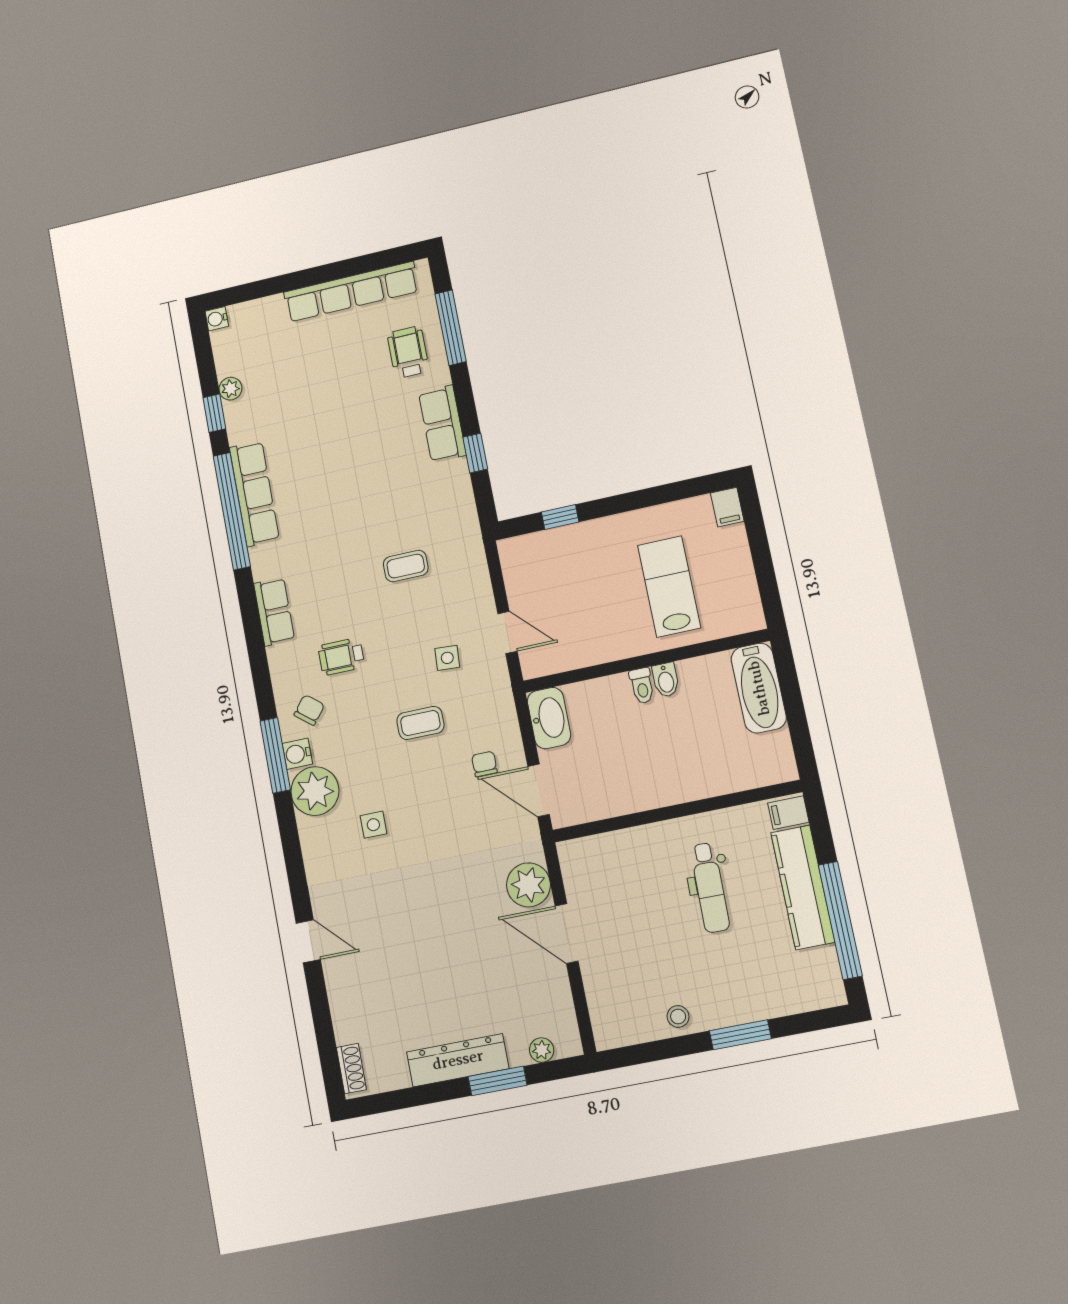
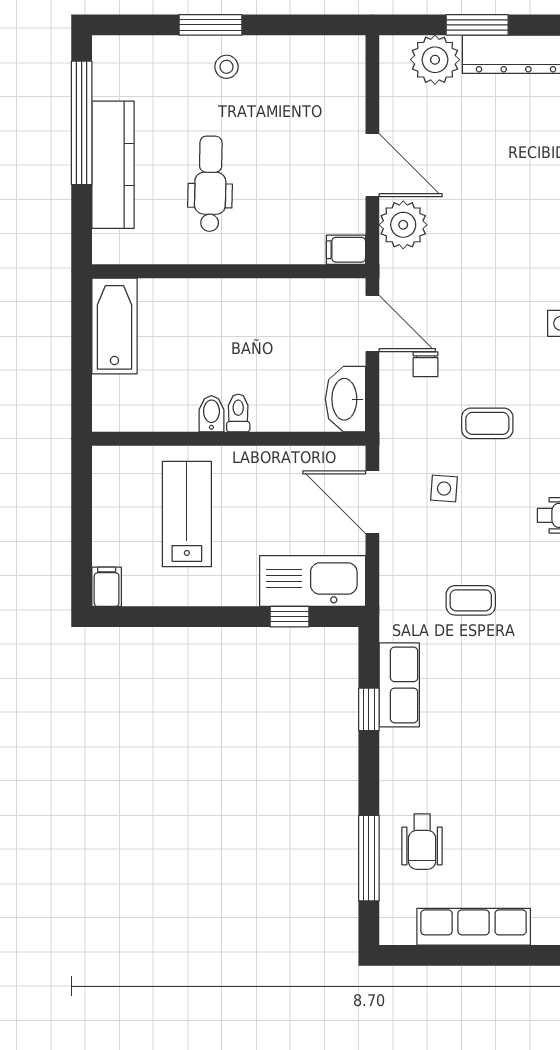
row of seats: (351, 292) -> (474, 927), width x0.73
row of seats: (442, 424) -> (399, 685), moved
kitchen sink: (546, 552) -> (313, 581), added
lab bench: (669, 587) -> (187, 514), turned 180
door: (507, 632) -> (372, 502), width x1.38
bathtub: (759, 688) -> (114, 326), moved
filing cabinet: (788, 813) -> (346, 250), moved, turned 180
stool: (678, 1016) -> (226, 67), moved
plant: (542, 1050) -> (435, 60), width x1.88, depth x1.88

